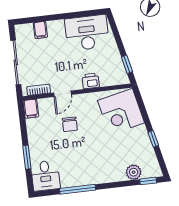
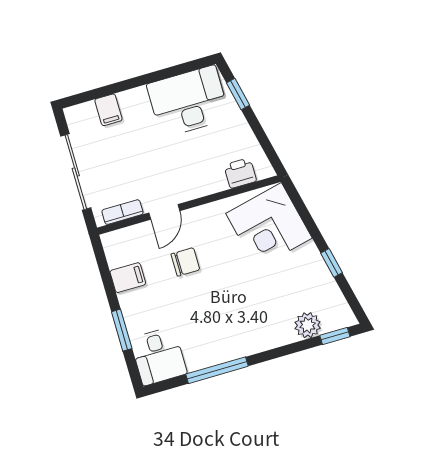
window: (127, 64) -> (238, 94), moved
printer: (91, 81) -> (240, 173), moved
filing cabinet: (31, 109) -> (128, 278), moved, turned -90
chair: (70, 124) -> (185, 262), turned -90

